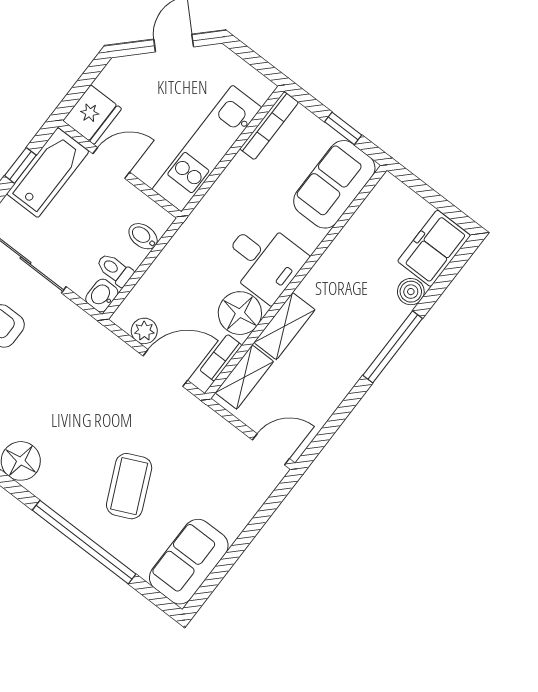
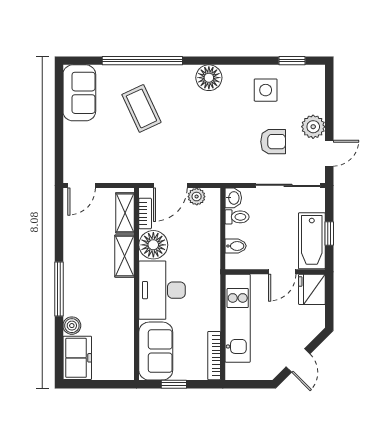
desk: (264, 261) -> (162, 290), width x1.37

